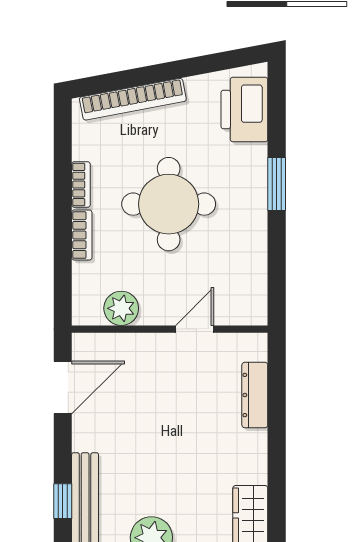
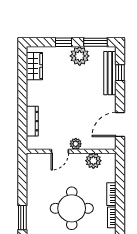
plant: (160, 345) -> (76, 144), added

